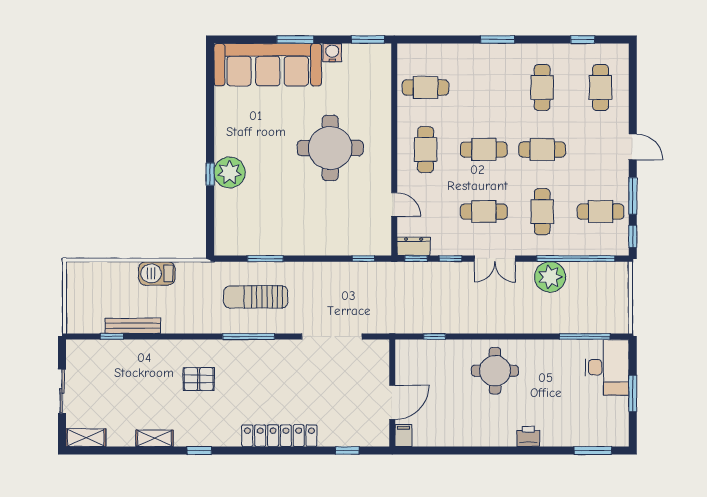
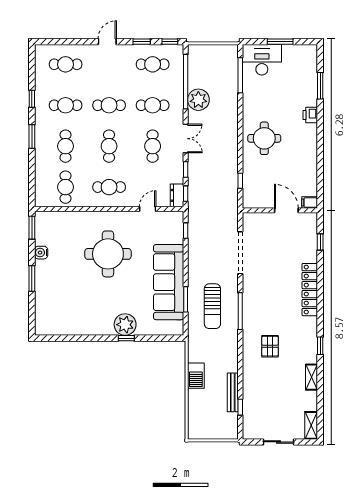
window: (583, 39) -> (32, 99), moved
sofa: (268, 65) -> (169, 282), moved, turned 180
cafe table: (484, 87) -> (66, 146), added
cafe table: (542, 150) -> (109, 105), turned 90
window: (633, 196) -> (142, 42), width x0.67
cafe table: (601, 212) -> (153, 64), turned 90
window: (593, 450) -> (320, 86), moved

